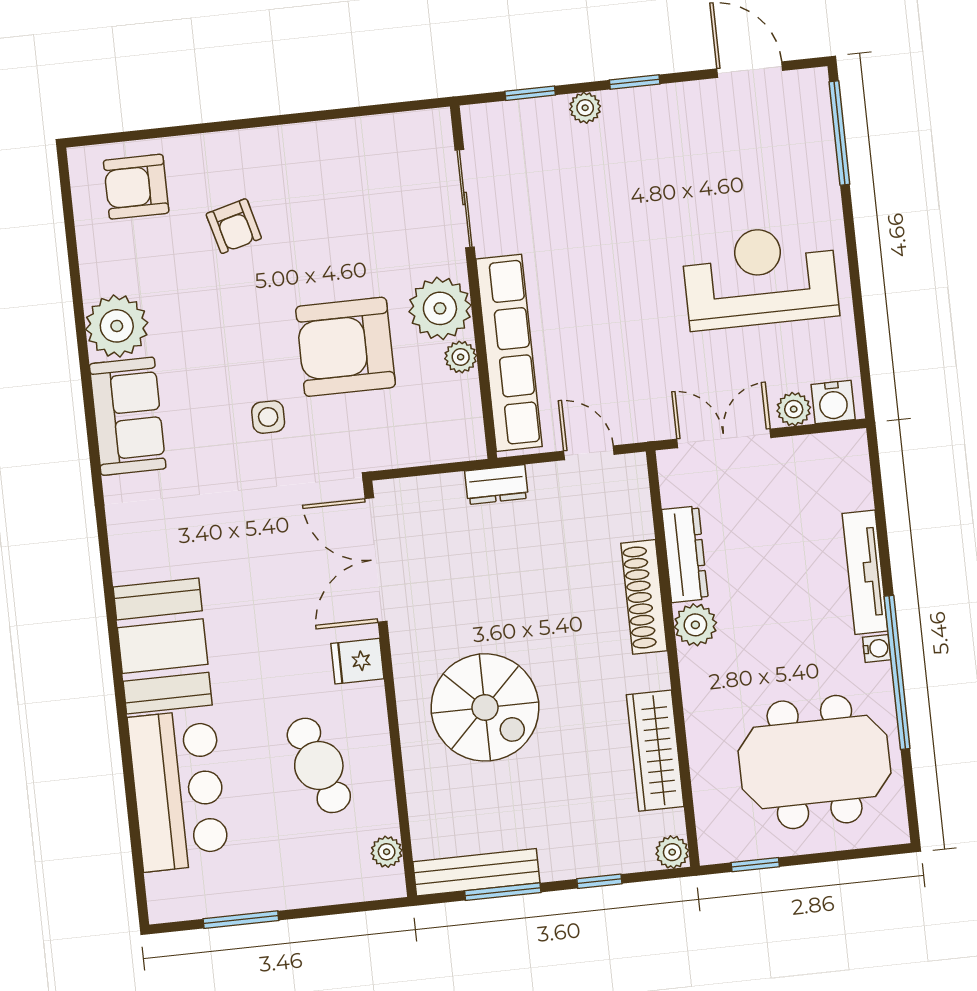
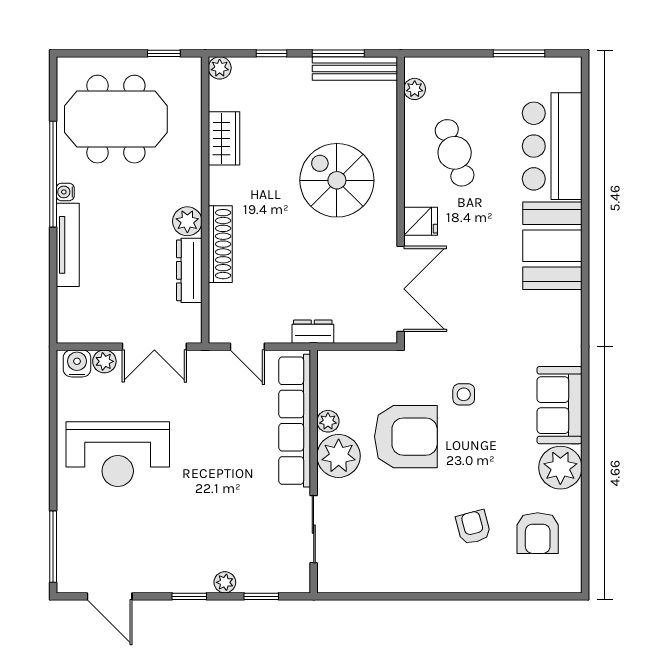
armchair: (136, 187) -> (538, 533), moved, turned 90
wardrobe: (655, 751) -> (224, 138), width x0.67

